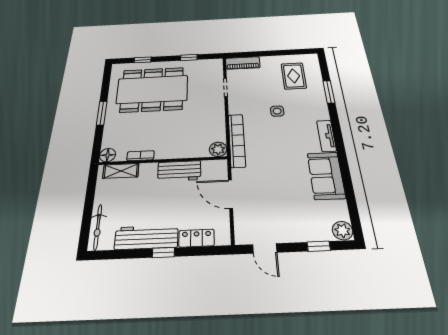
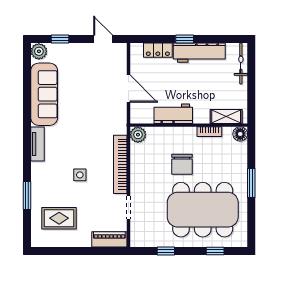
rug: (294, 76) -> (59, 218), turned 90
chair: (171, 125) -> (182, 164), added
bookcase: (237, 140) -> (120, 164), moved
sofa: (326, 175) -> (44, 94), width x1.36

